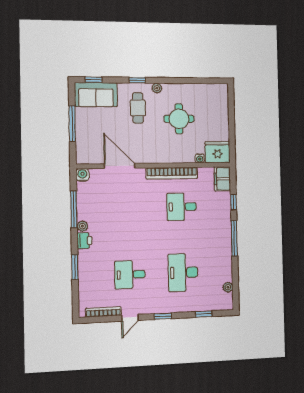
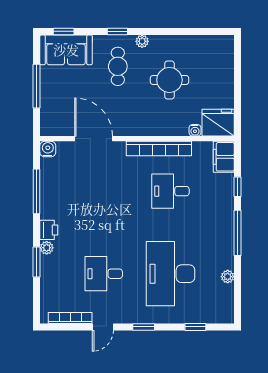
plant: (82, 226) -> (47, 248), moved
desk: (183, 272) -> (170, 274), width x1.36, depth x1.30
plant: (228, 287) -> (228, 277), moved

